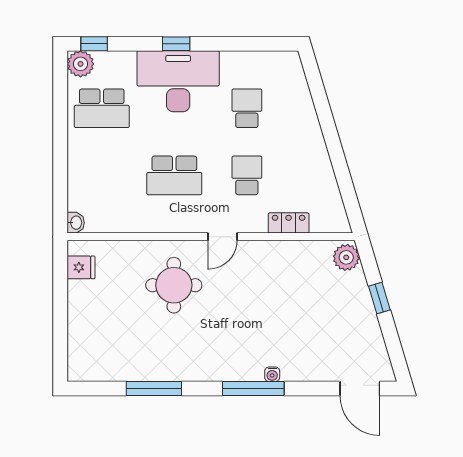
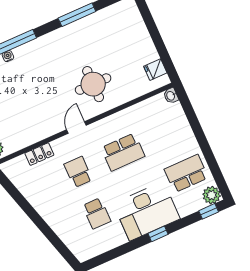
school desk: (174, 175) -> (123, 152), turned 180
school desk: (247, 175) -> (78, 172), turned 180

